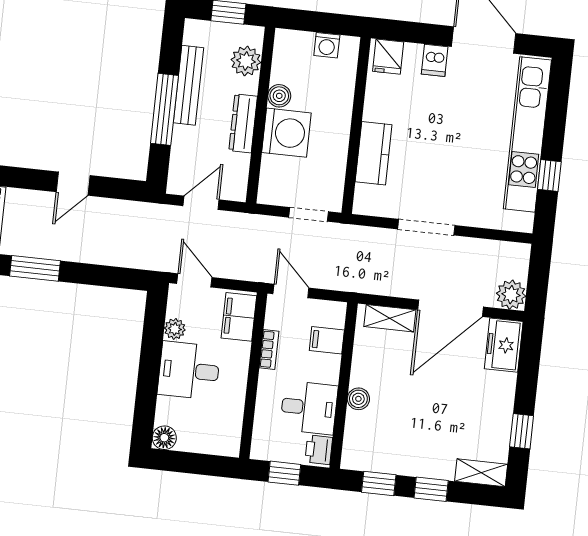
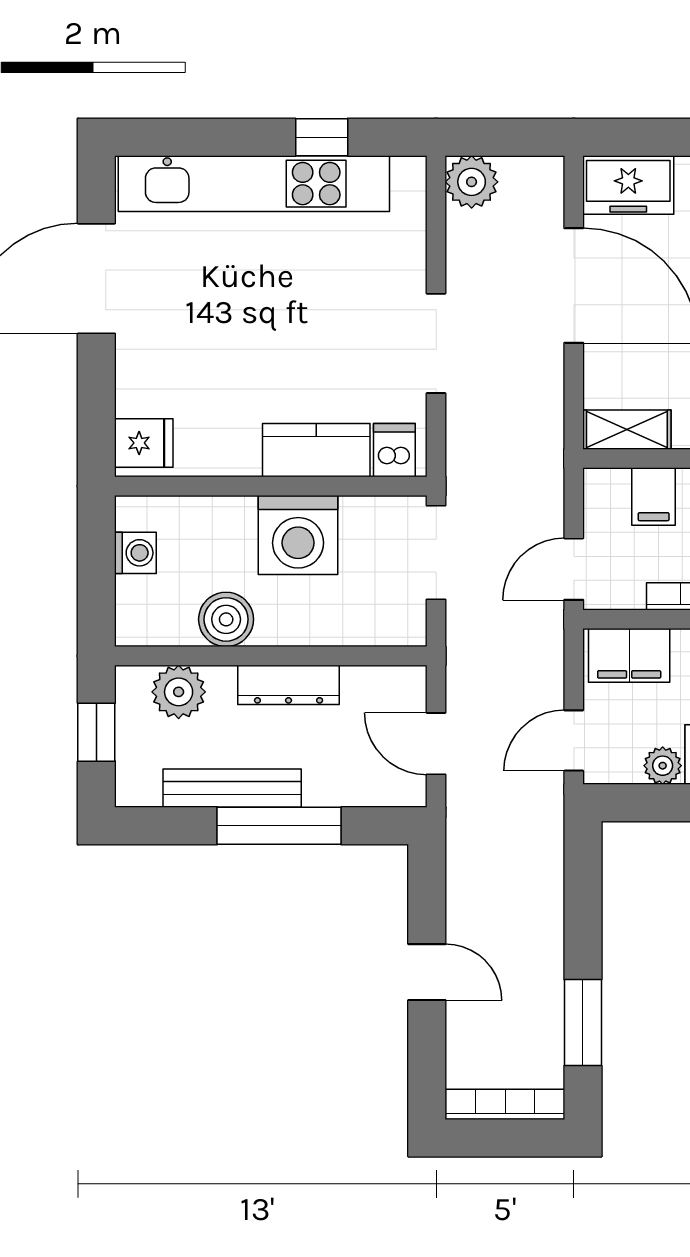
dishwasher: (435, 60) -> (394, 450), moved, turned -90
boiler: (279, 96) -> (226, 619), width x1.36, depth x1.36
washing machine: (286, 133) -> (298, 535), moved, turned 180
doorway: (309, 214) -> (436, 552), width x1.38
plant: (511, 295) -> (472, 182), moved
shelving: (390, 318) -> (627, 430), moved, turned 90

